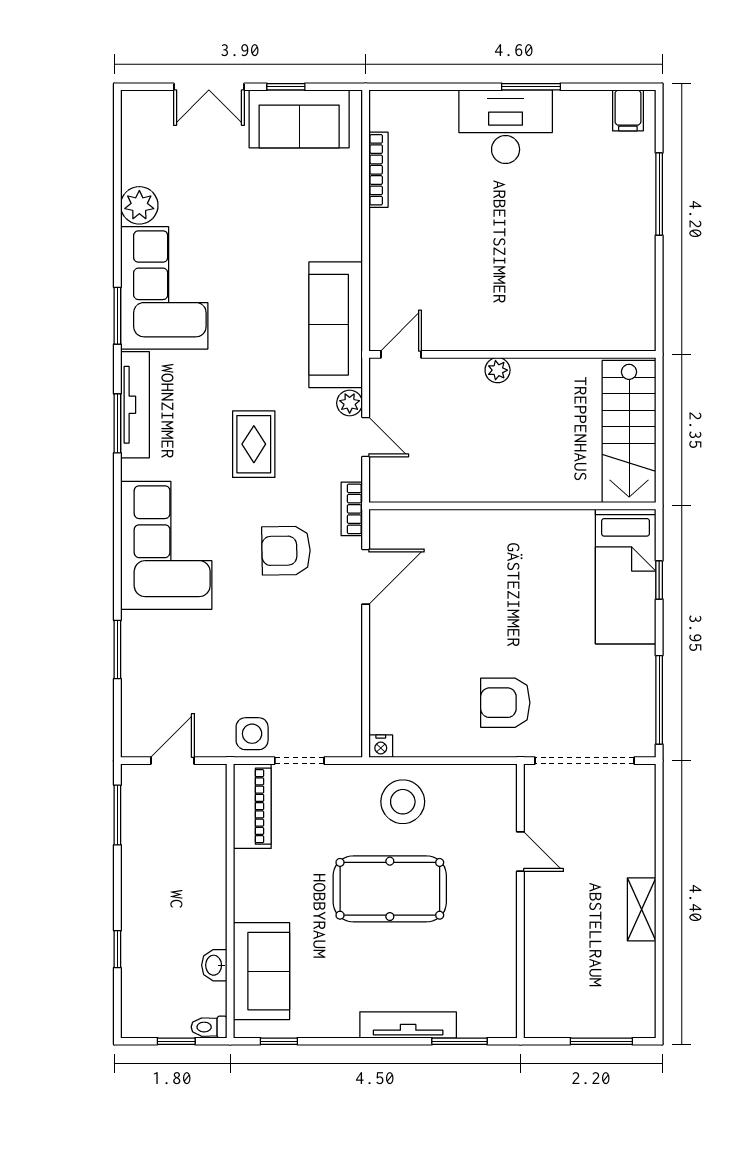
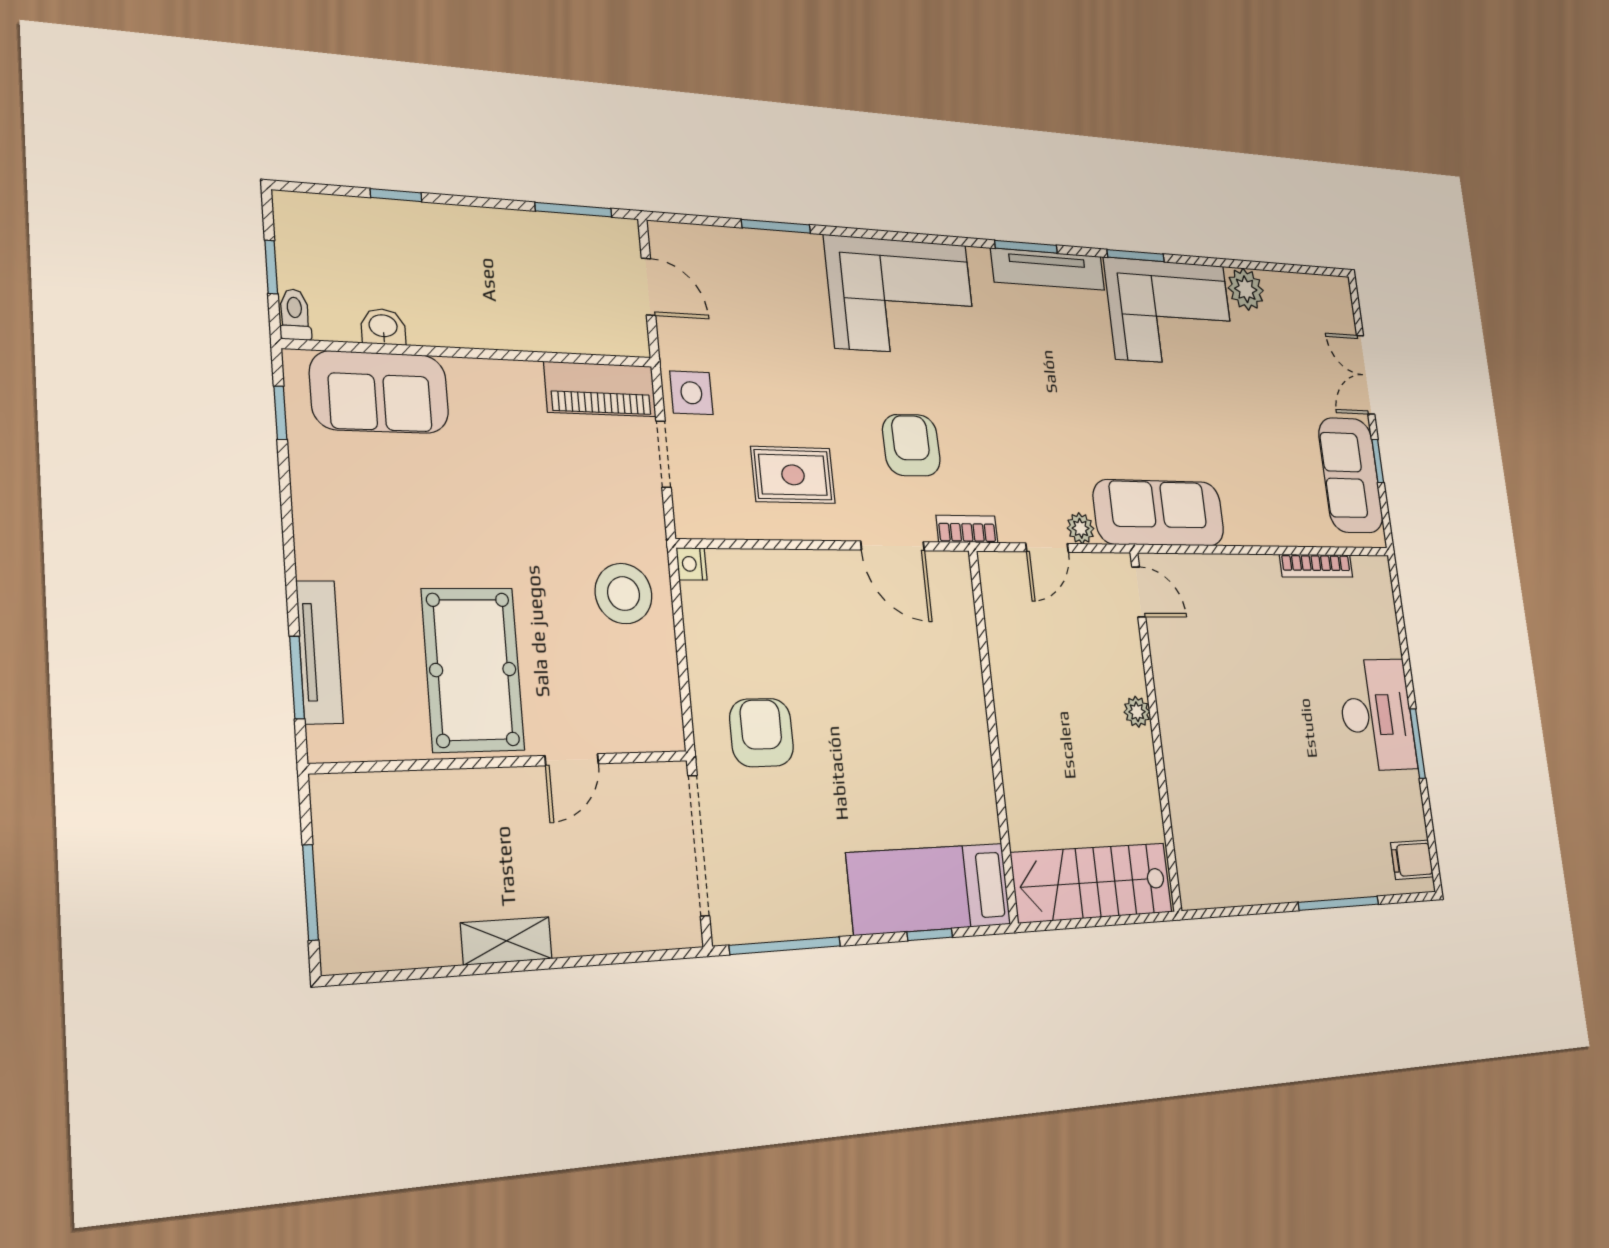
rug: (254, 444) -> (793, 475), moved
pool table: (390, 889) -> (473, 670), moved
tv unit: (408, 1025) -> (320, 652), moved

